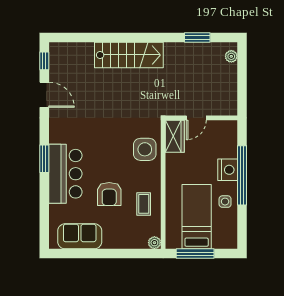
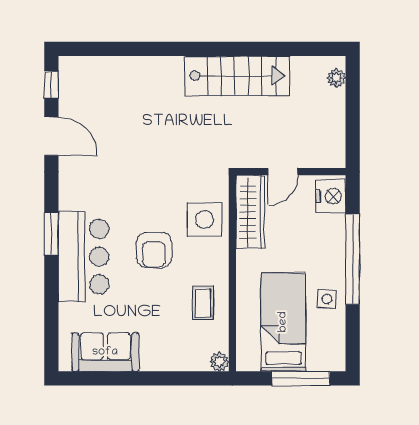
window: (197, 37) -> (284, 49), removed
stairs: (129, 55) -> (237, 76), moved
wardrobe: (175, 136) -> (250, 212), width x1.50
nightstand: (228, 170) -> (331, 196), moved
armchair: (109, 194) -> (154, 250), moved
window: (195, 254) -> (301, 378), moved

